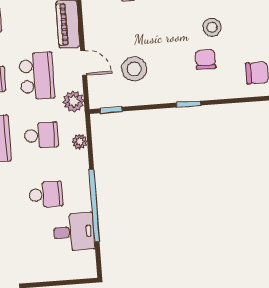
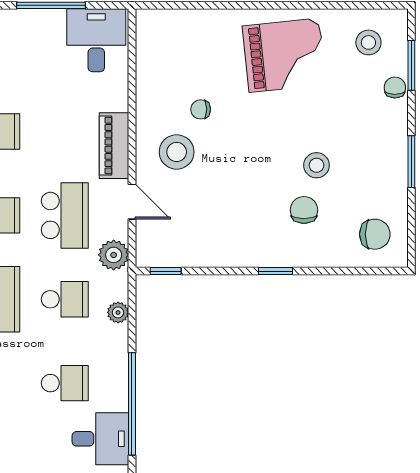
stool: (134, 69) -> (177, 152), moved

